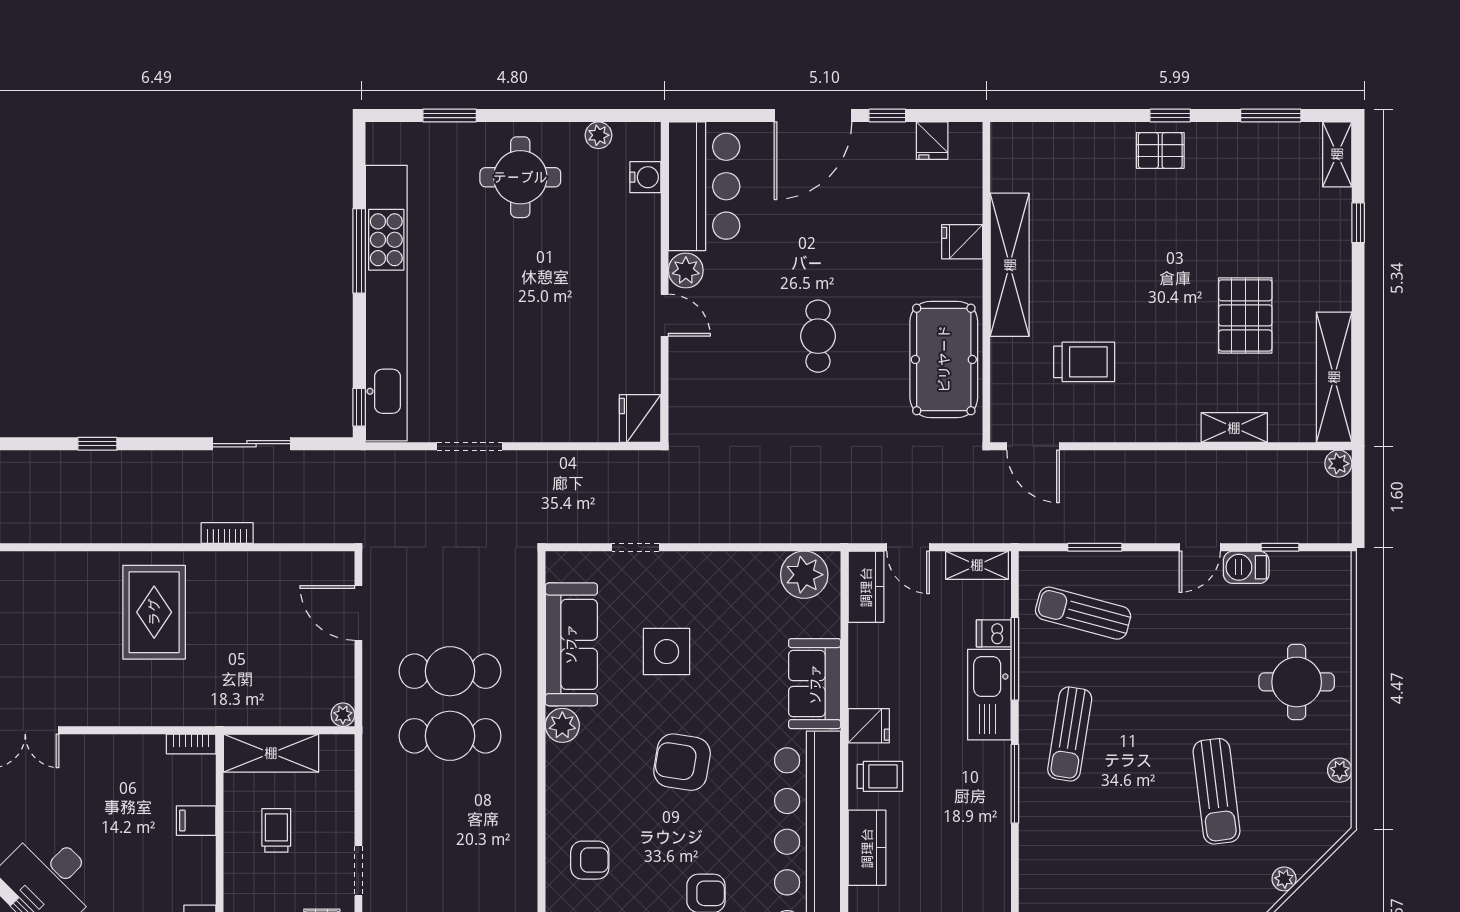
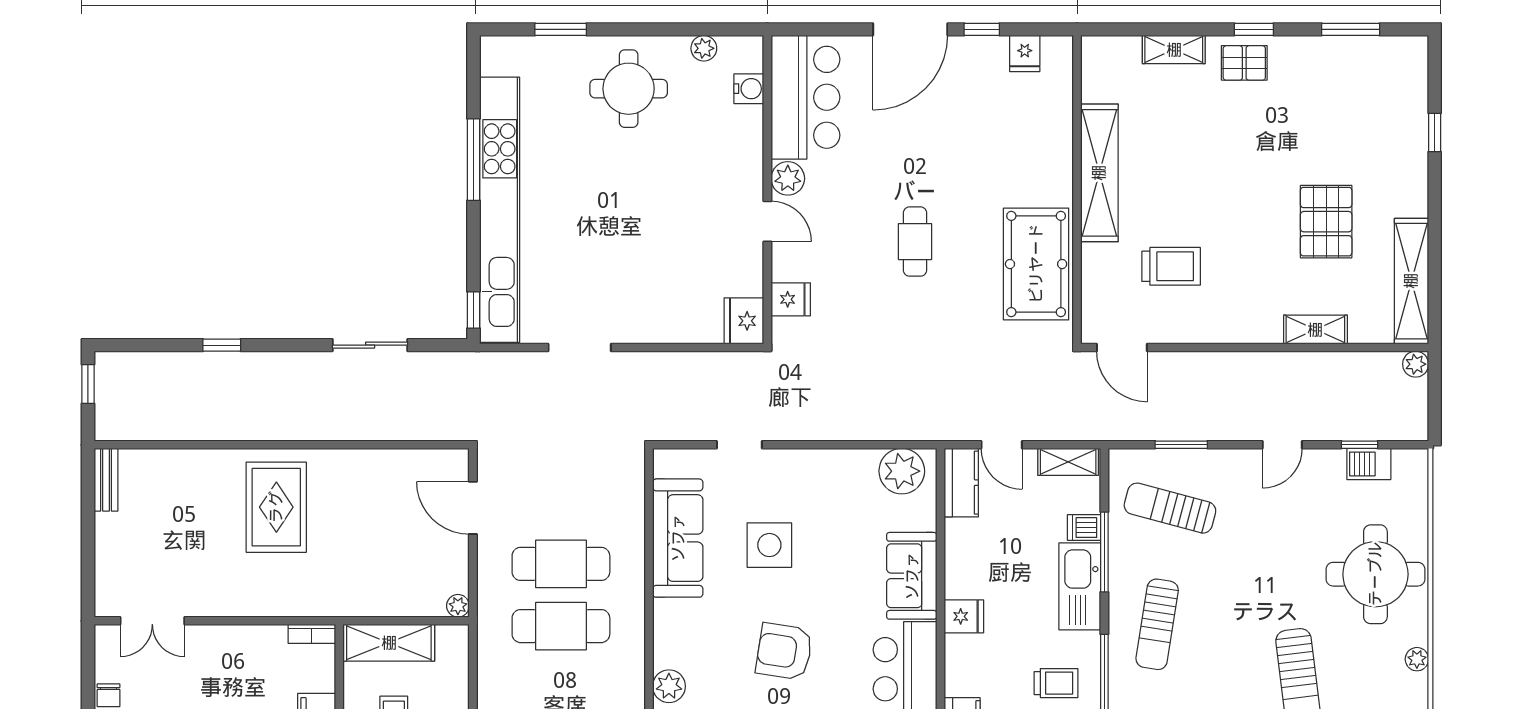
shelving: (1337, 154) -> (1174, 50), moved, turned 90
fridge: (962, 242) -> (791, 299), moved, turned 180
bookcase: (227, 533) -> (347, 431), removed
barbecue: (1246, 567) -> (1369, 464), moved
round table: (1297, 682) -> (1375, 574), width x1.36, depth x1.36
plant: (562, 725) -> (669, 686), moved
trolley: (880, 776) -> (1056, 683), moved

